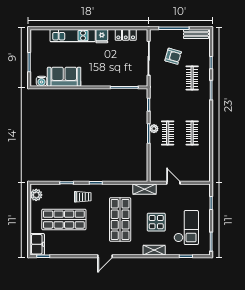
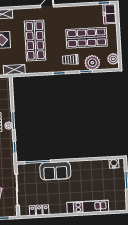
fridge: (102, 36) -> (61, 208), removed
sofa: (64, 77) -> (55, 171), moved
plant: (59, 192) -> (92, 63), added

